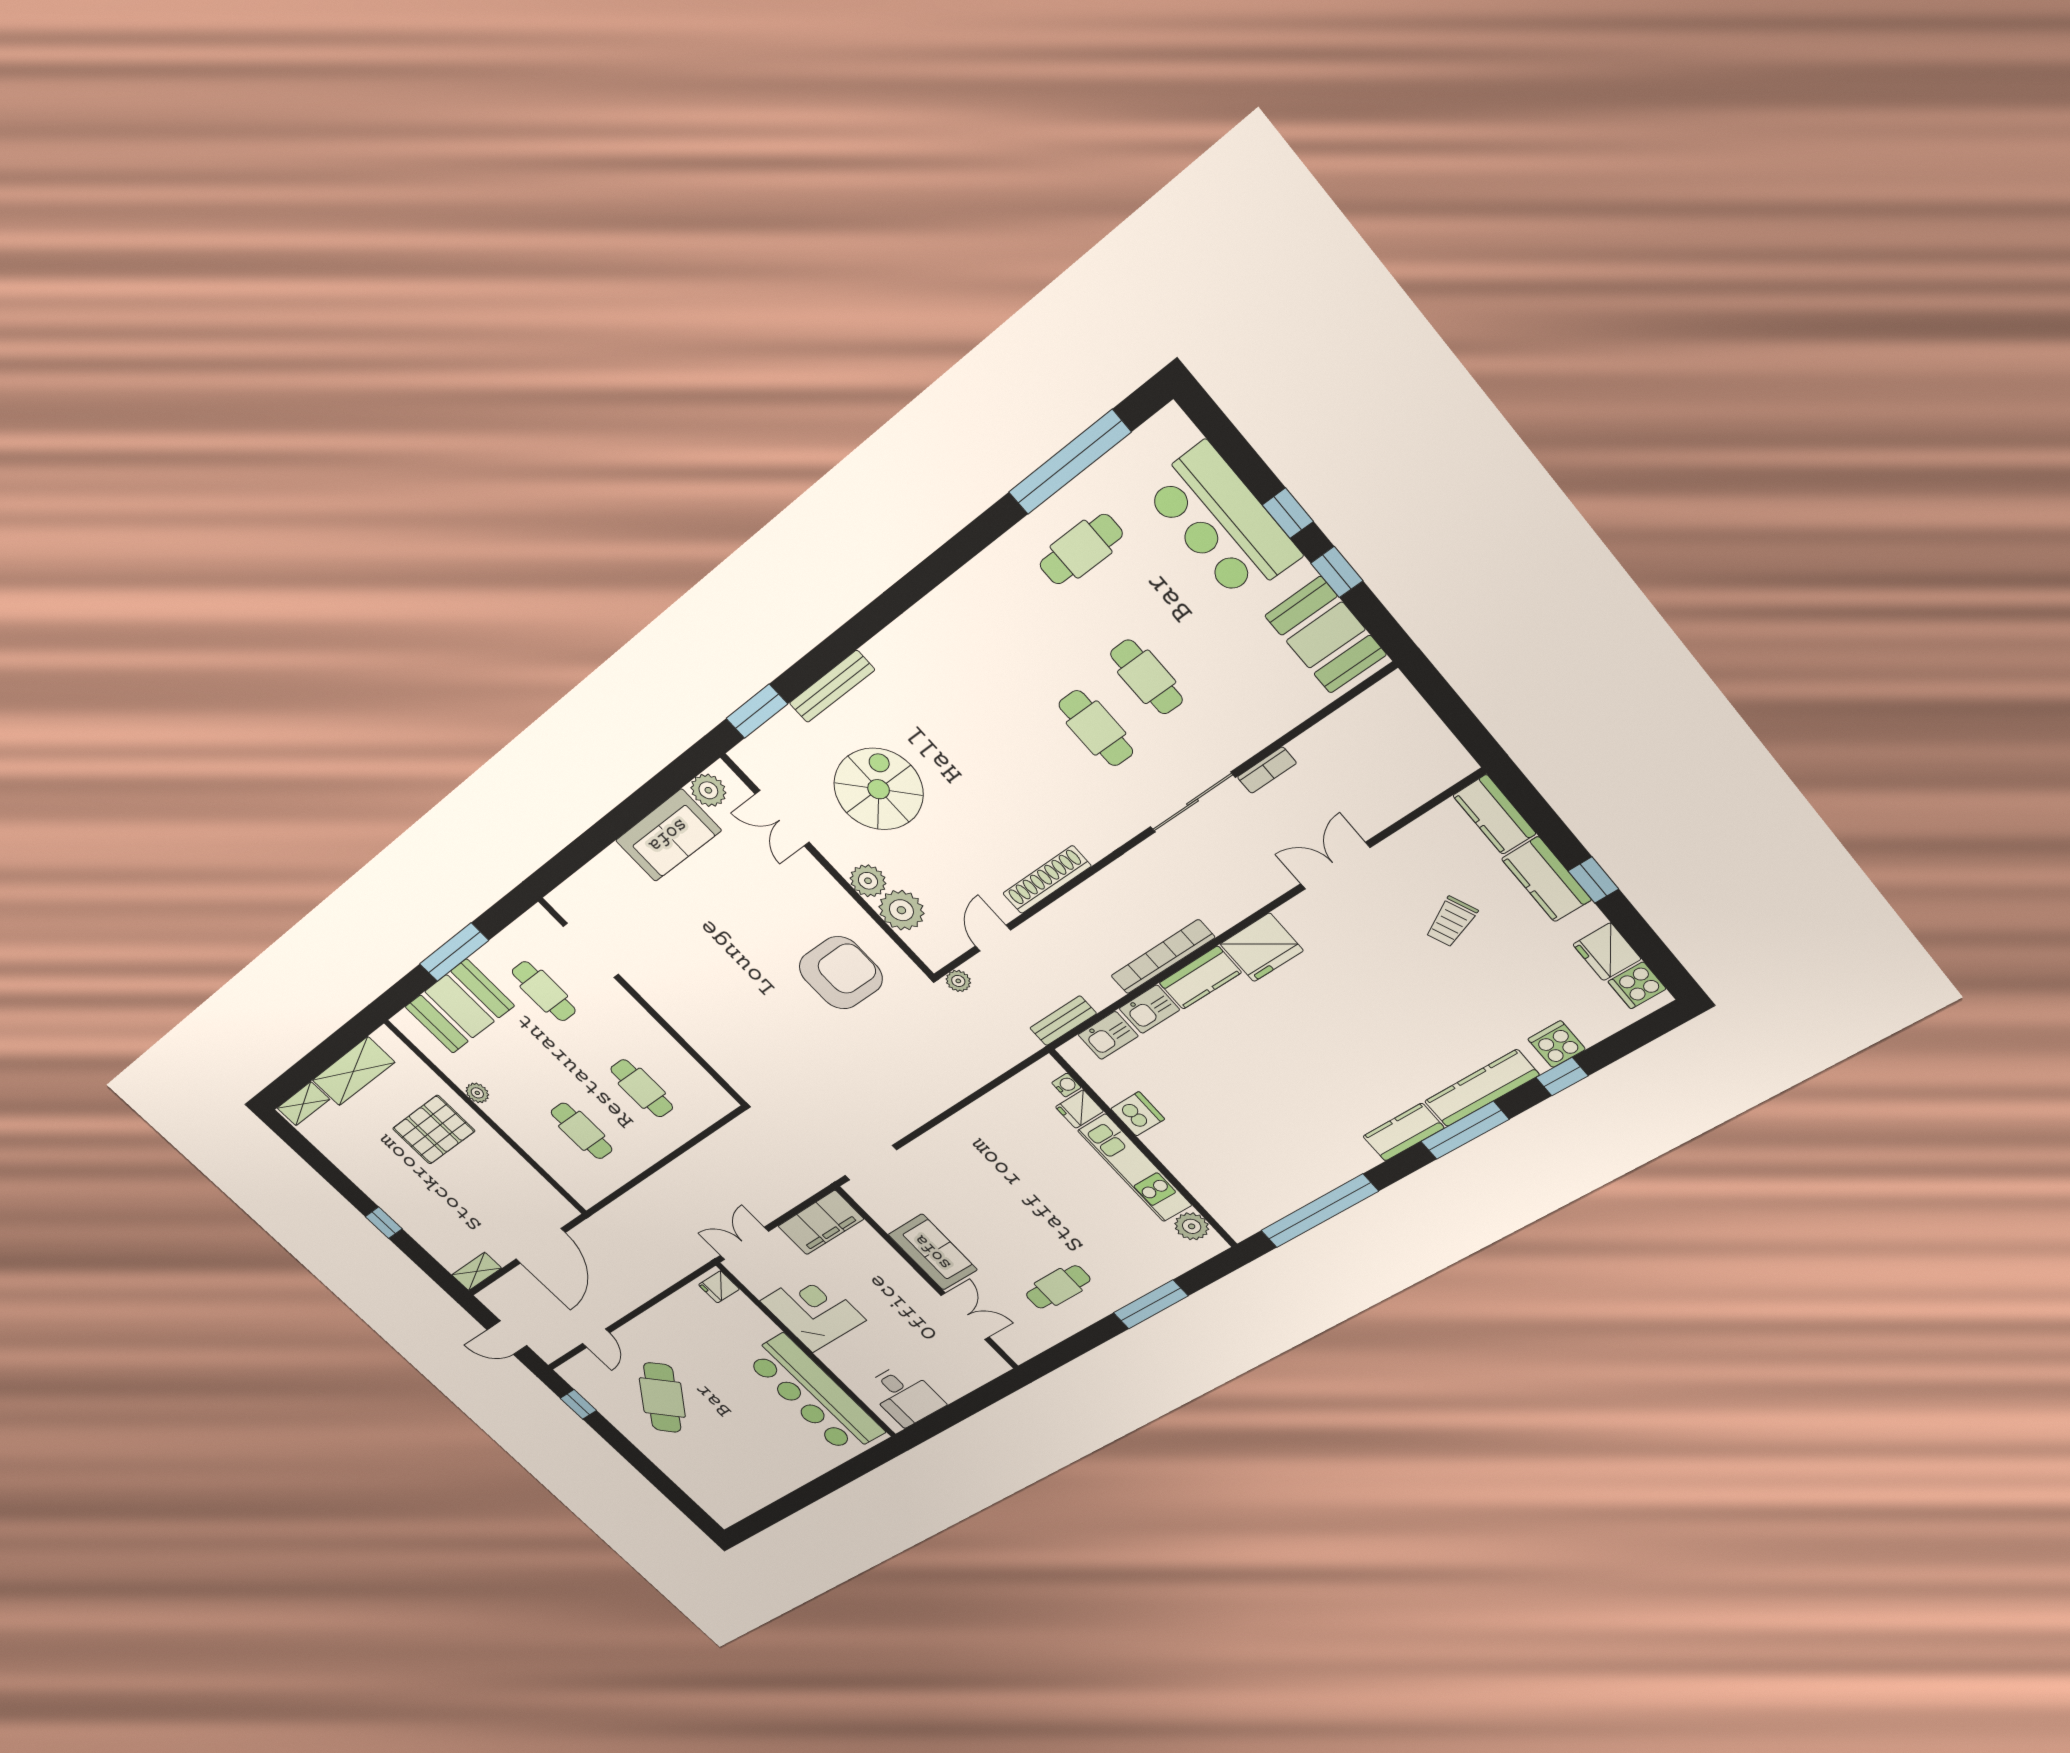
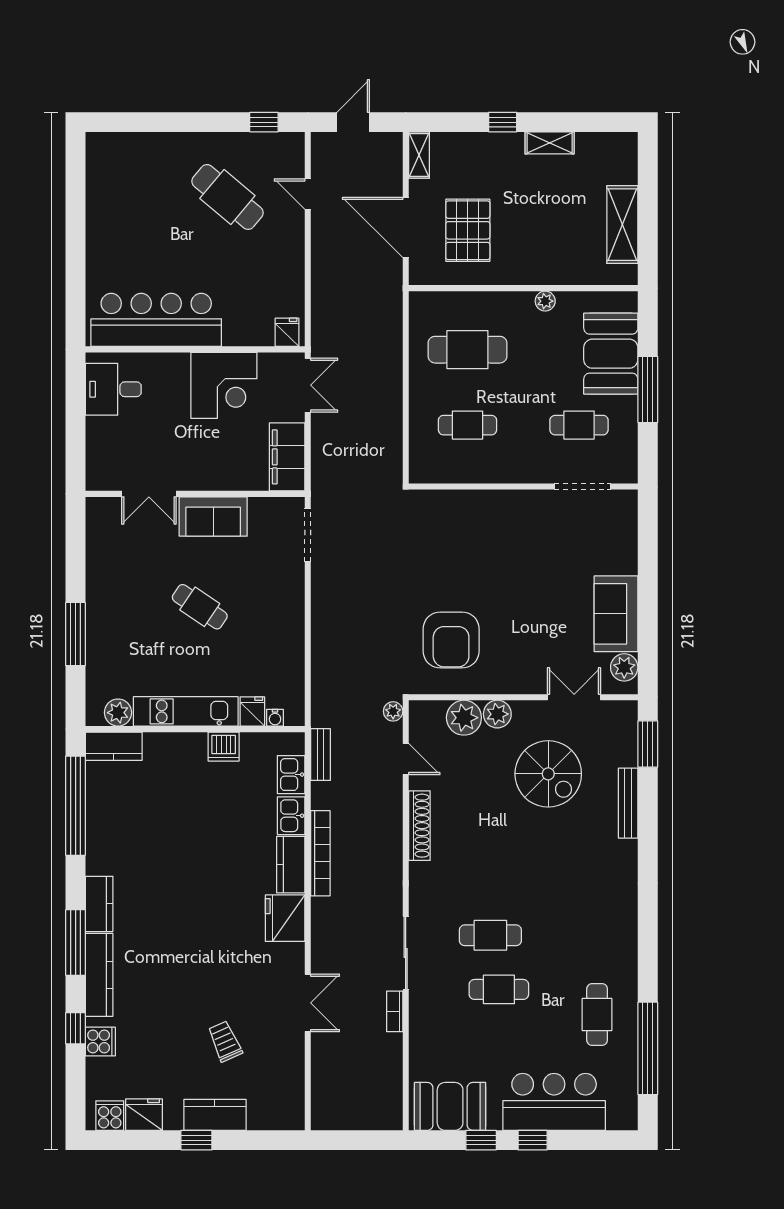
kitchen counter: (1495, 815) -> (114, 746), moved, turned 180
shelving: (303, 1104) -> (550, 143), moved, turned 90
pallet: (434, 1130) -> (468, 230), moved
cafe table: (582, 1131) -> (467, 350), width x1.37, depth x1.35
cafe table: (1058, 1287) -> (200, 607), moved, turned -56

